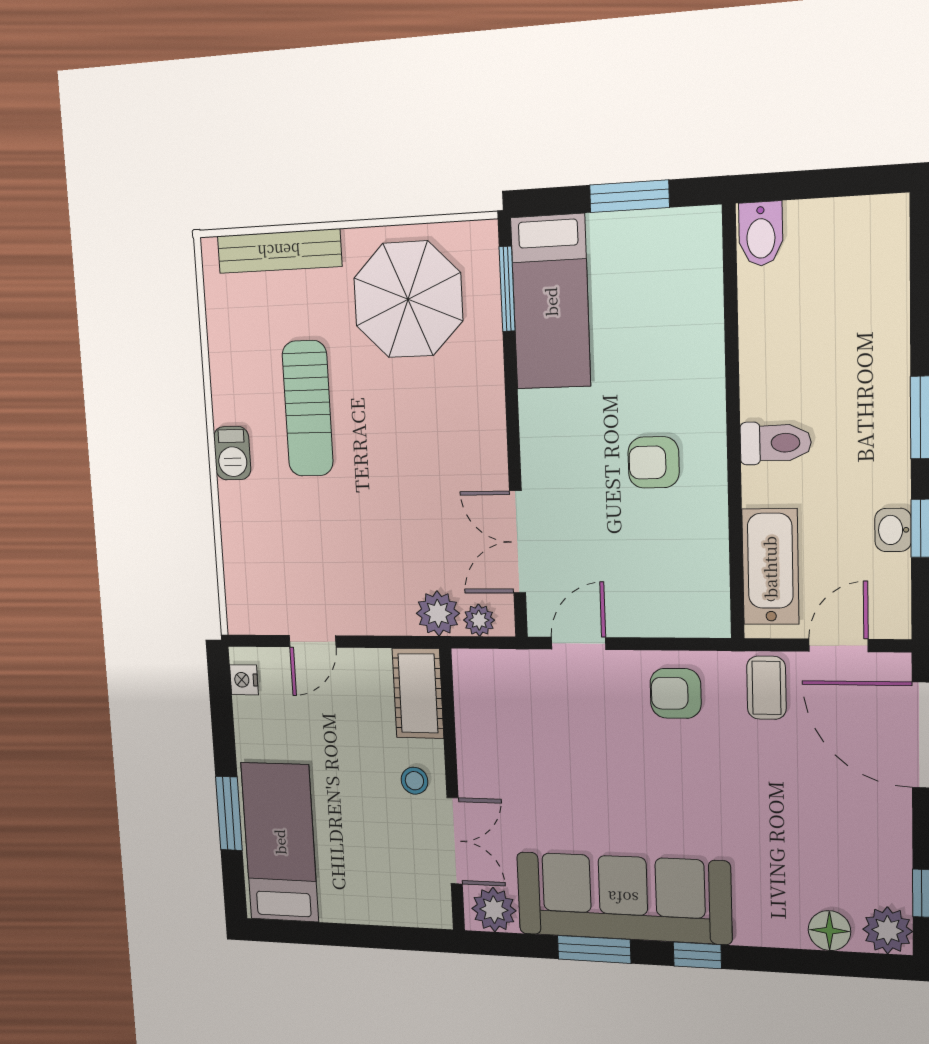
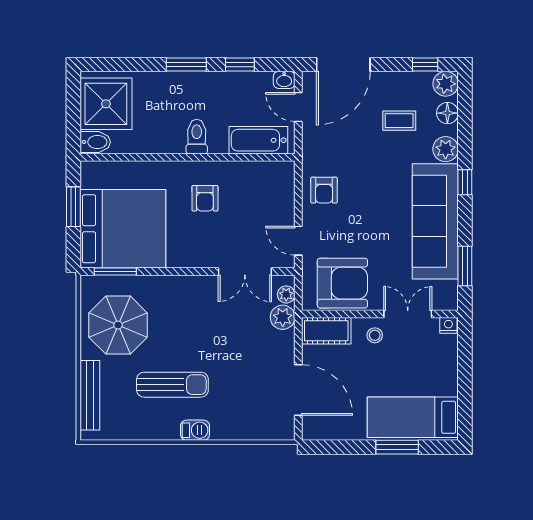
shower: (841, 252) -> (106, 104), added
bed: (551, 302) -> (123, 229), width x2.04
washbasin: (893, 530) -> (284, 80), moved
door: (313, 641) -> (298, 390), width x1.87
nightstand: (244, 680) -> (448, 325), moved, turned 180
coffee table: (766, 688) -> (399, 121), moved
armchair: (504, 725) -> (342, 283), added
plant: (494, 910) -> (446, 149), moved
window: (594, 949) -> (465, 266), moved

